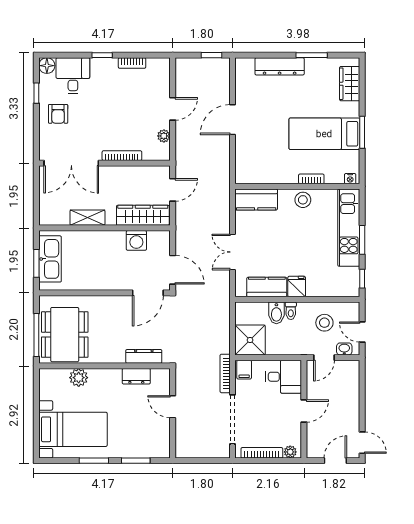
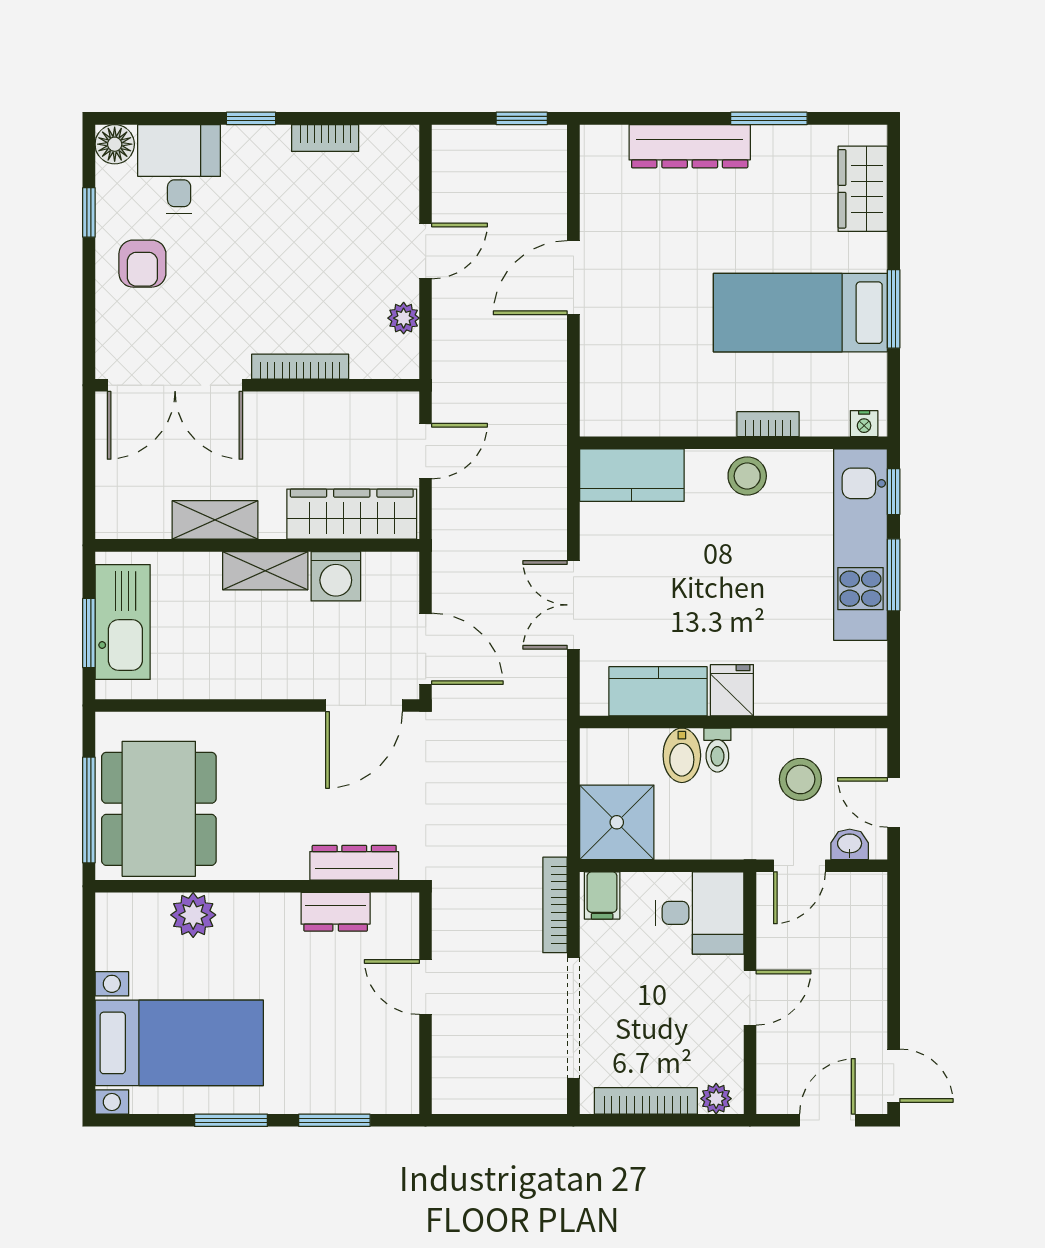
shelving: (108, 238) -> (265, 571), added
window: (362, 279) -> (894, 492), moved

